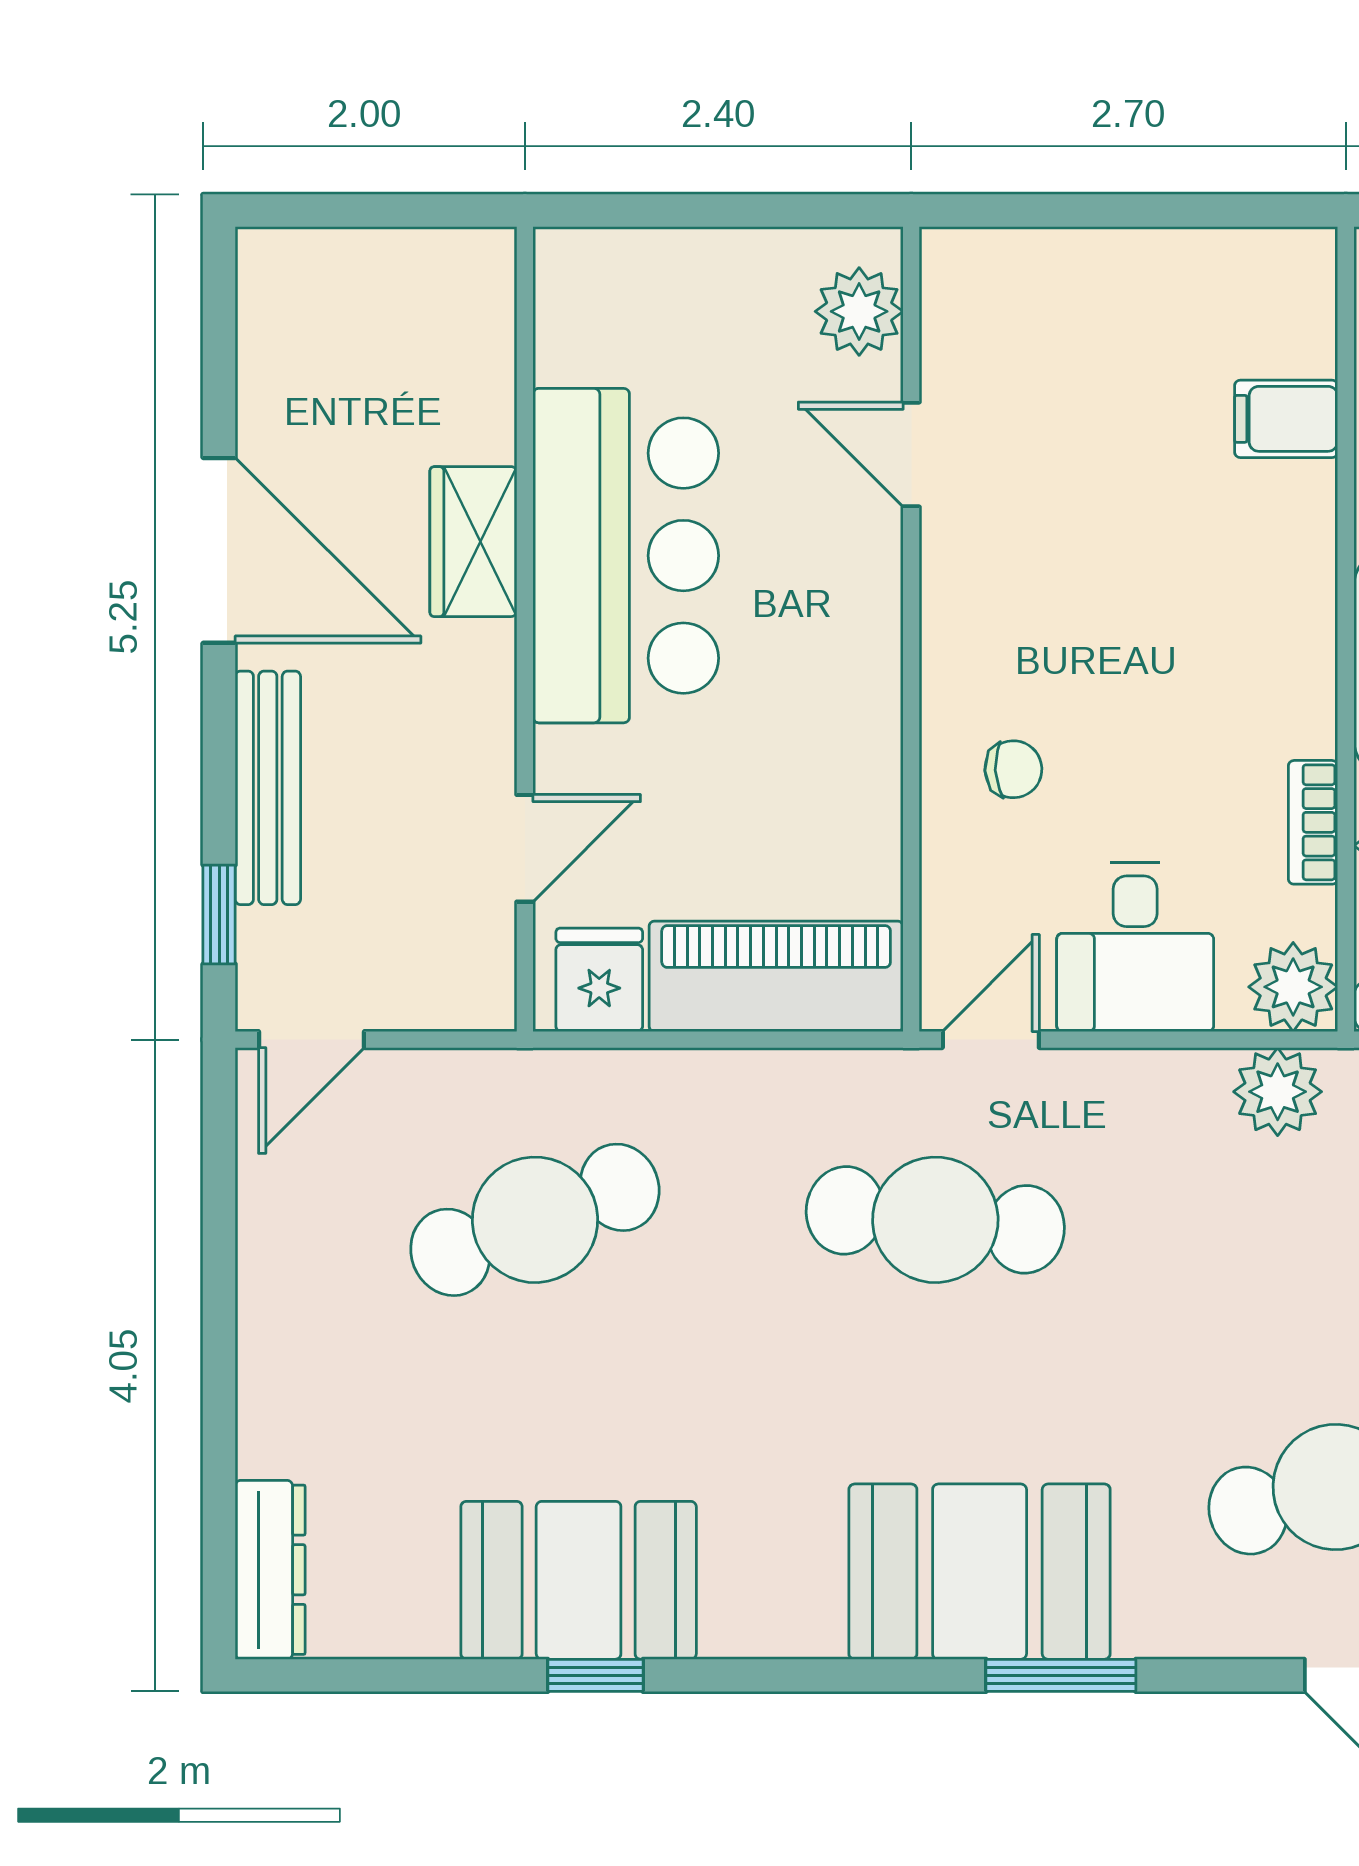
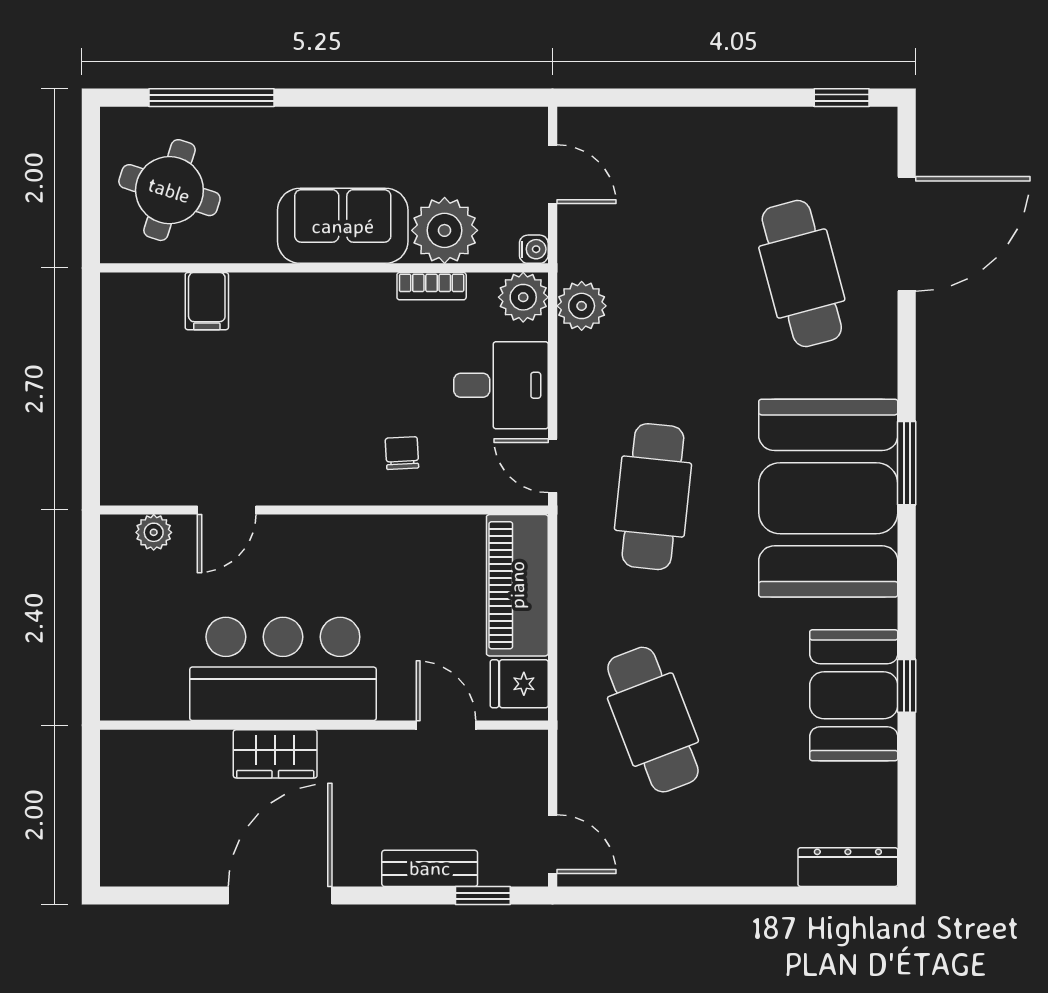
plant: (859, 311) -> (154, 532), width x0.73, depth x0.73
bench: (268, 788) -> (430, 868), width x0.73
booth: (980, 1572) -> (828, 498), width x1.36, depth x1.42
window: (1061, 1675) -> (907, 463), moved

